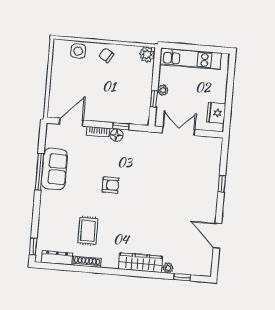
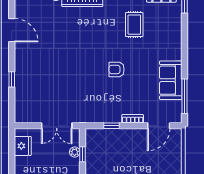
plant: (163, 90) -> (75, 152), moved
floor lamp: (117, 135) -> (115, 117), removed
window: (39, 172) -> (185, 96), moved

